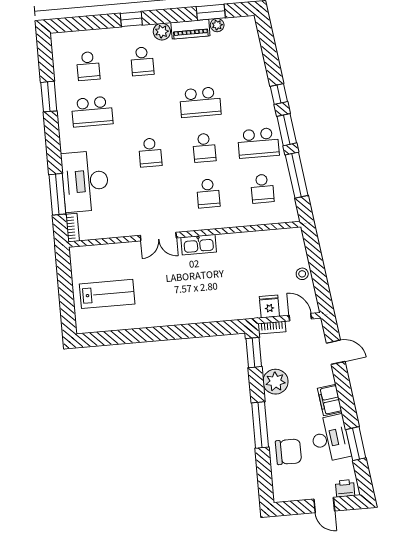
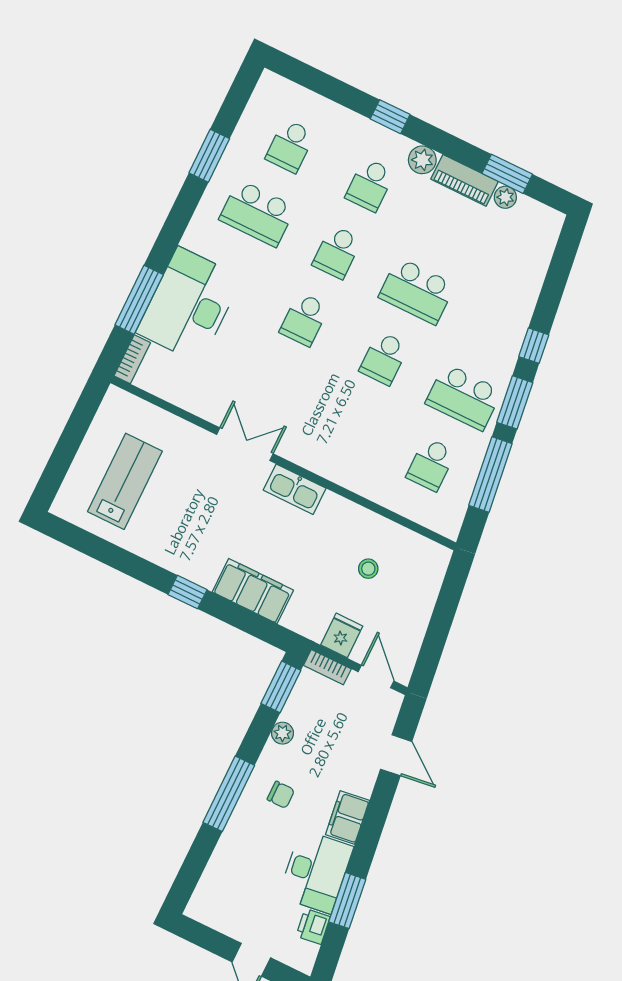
school desk: (208, 193) -> (337, 252), moved
double door: (158, 237) -> (245, 444), swing flipped
stool: (302, 274) -> (368, 569), moved
lab bench: (107, 294) -> (125, 481), turned -90
filing cabinet: (209, 311) -> (253, 591), added
window: (175, 332) -> (188, 592), added
plant: (275, 382) -> (282, 733), width x0.53, depth x0.53
chair: (288, 452) -> (281, 795), moved, width x0.54, depth x0.54
printer: (345, 488) -> (313, 926), moved, turned -97

